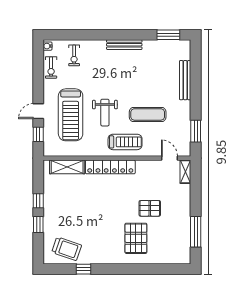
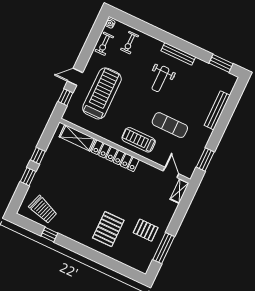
weight bench: (105, 113) -> (160, 79), moved
treadmill: (71, 115) -> (102, 93), turned 180
treadmill: (125, 142) -> (139, 140), turned 180
pallet: (150, 208) -> (146, 230), moved

